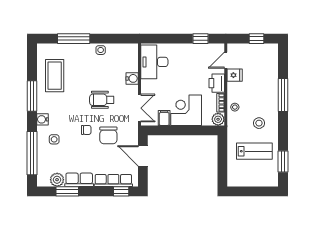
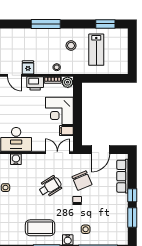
coffee table: (55, 76) -> (40, 228), moved
water cooler: (132, 78) -> (16, 159), moved
wheelchair: (102, 100) -> (50, 187), turned -122
chair: (108, 135) -> (82, 181), turned 67
lab bench: (254, 151) -> (96, 50), turned 180
plant: (57, 180) -> (122, 227), removed
row of seats: (79, 180) -> (122, 207), removed
window: (121, 191) -> (132, 195), moved

